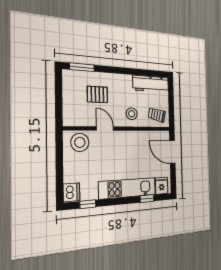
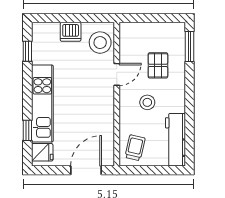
stool: (132, 114) -> (147, 102), moved
dishwasher: (71, 192) -> (71, 32), moved

